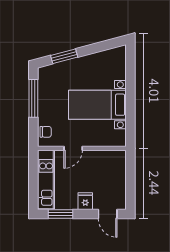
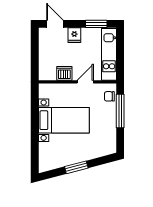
window: (64, 56) -> (76, 167), moved
window: (33, 98) -> (120, 111), moved
dishwasher: (97, 158) -> (64, 73), added

